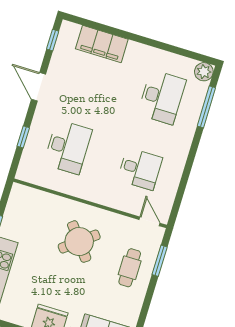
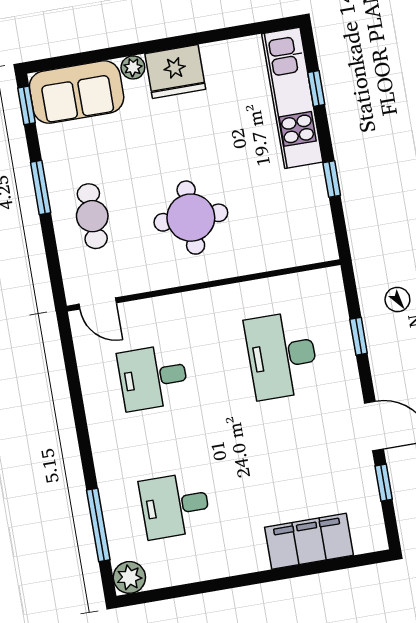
window: (53, 40) -> (384, 483), moved
desk: (162, 97) -> (175, 506), width x0.73
round table: (79, 242) -> (191, 218), turned 38
window: (160, 261) -> (41, 188), moved

